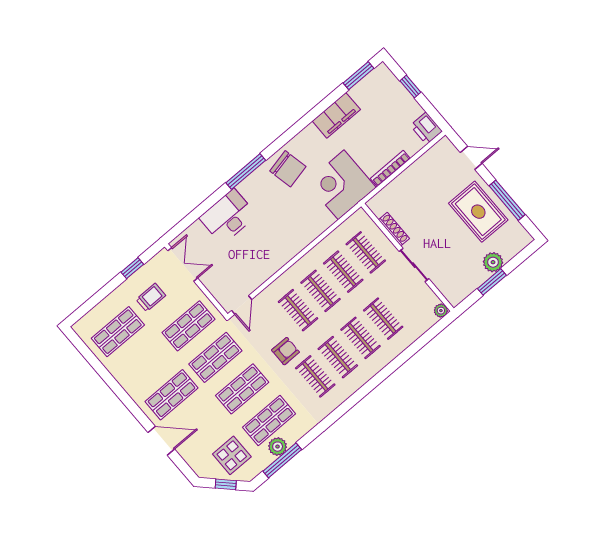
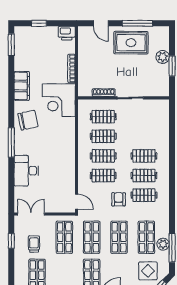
filing cabinet: (336, 115) -> (22, 86), moved
door: (471, 158) -> (101, 23), swing flipped
plant: (441, 311) -> (165, 104), removed
clothes rail: (383, 319) -> (144, 136), removed

